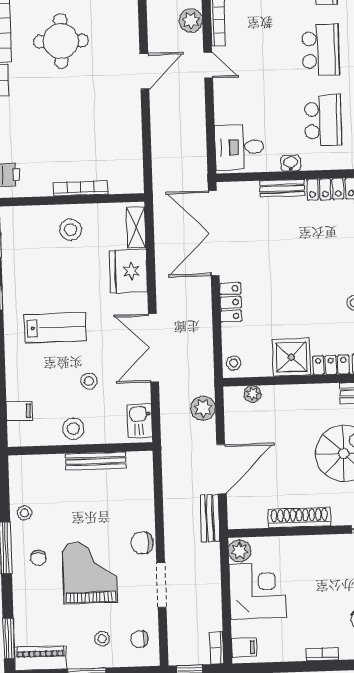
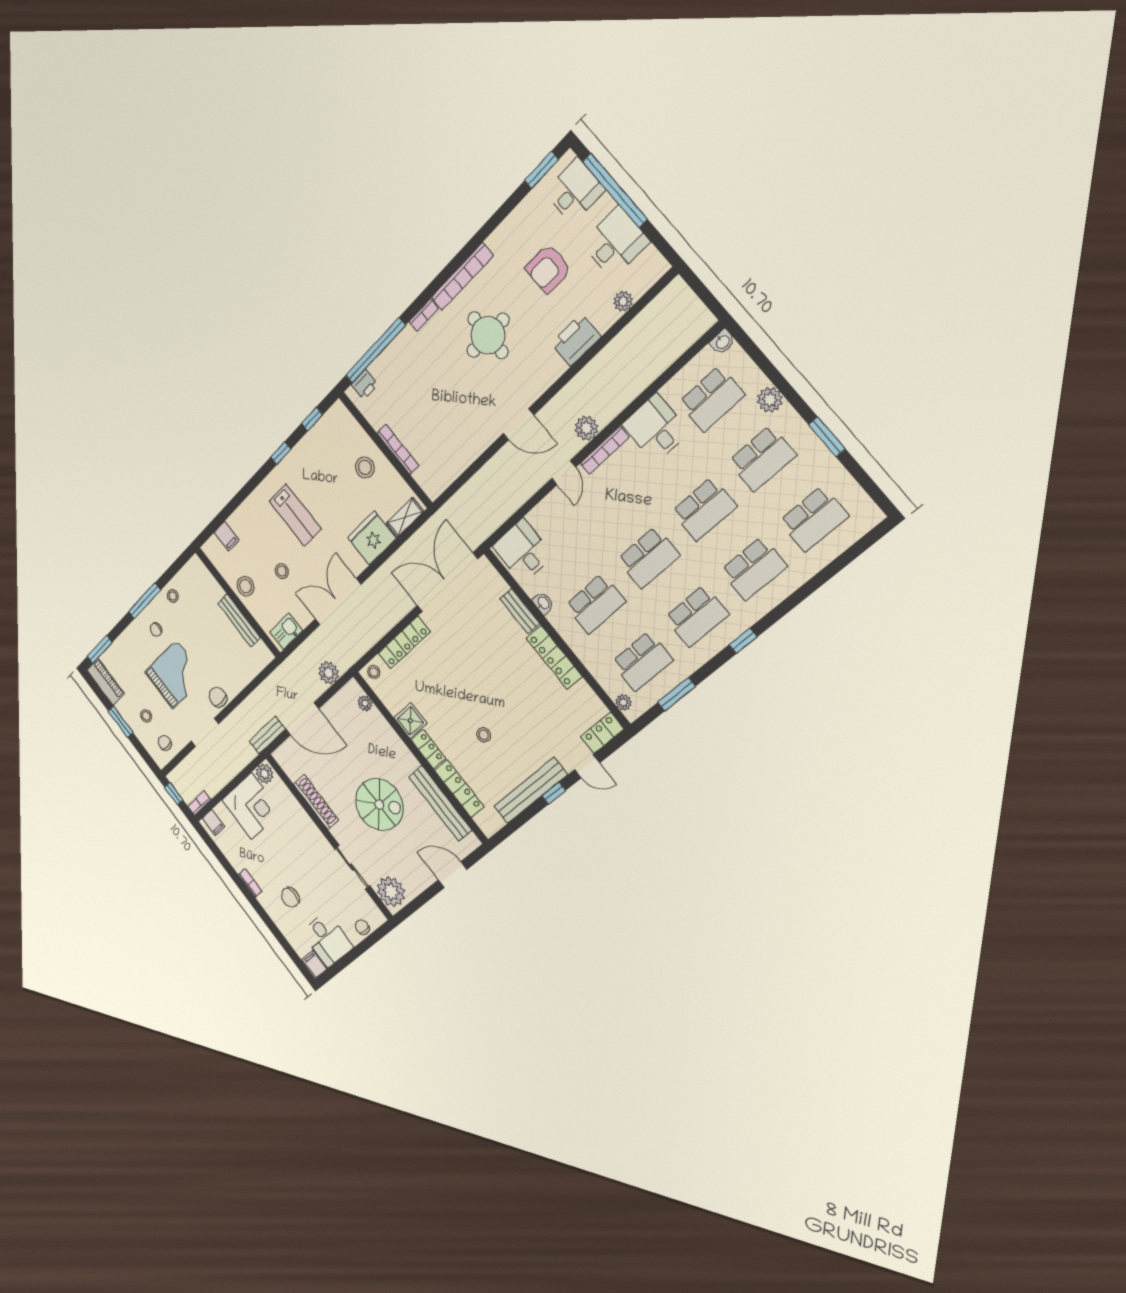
locker: (231, 302) -> (404, 642), width x1.53
shower: (291, 357) -> (410, 721), width x0.73, depth x0.73

